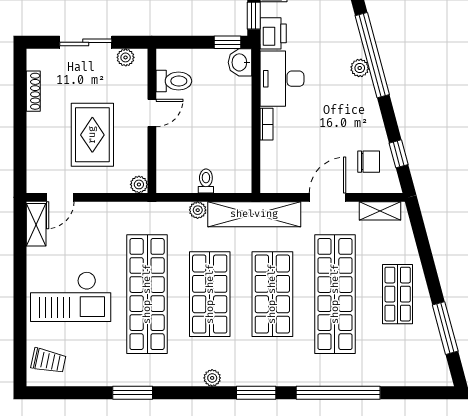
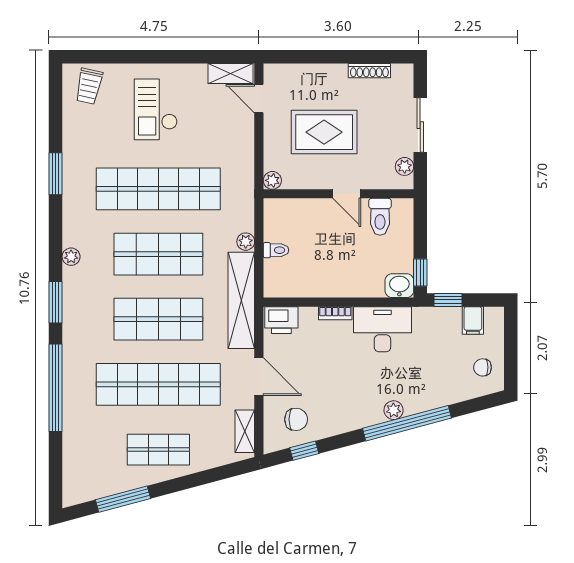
printer: (273, 33) -> (281, 320), moved
chair: (369, 162) -> (296, 419), turned -90
checkout: (71, 297) -> (156, 109), width x0.73, depth x0.83

